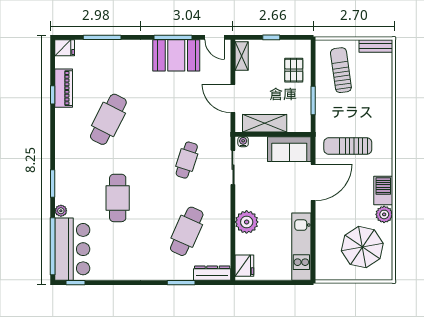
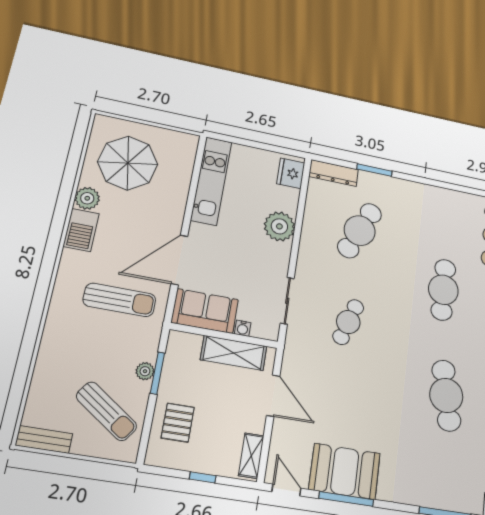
sun lounger: (341, 70) -> (106, 411), turned -47
plant: (321, 100) -> (145, 371), added
cafe table: (108, 119) -> (446, 395), turned -39
water cooler: (243, 142) -> (243, 328), moved

